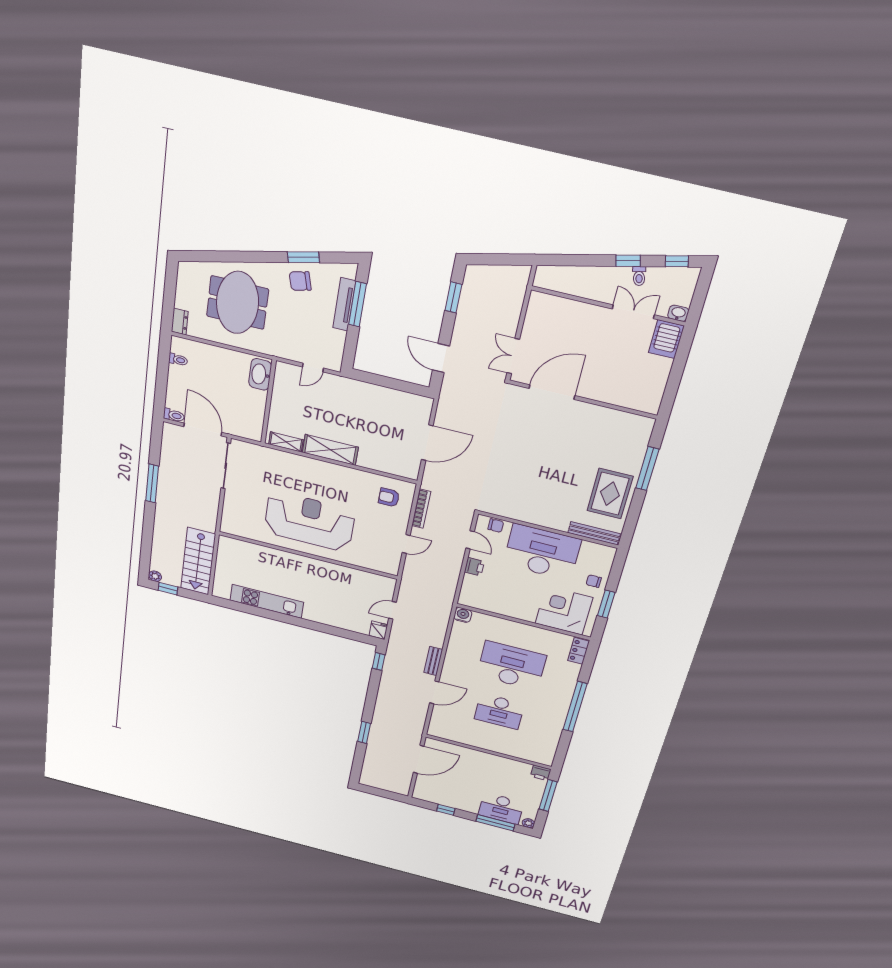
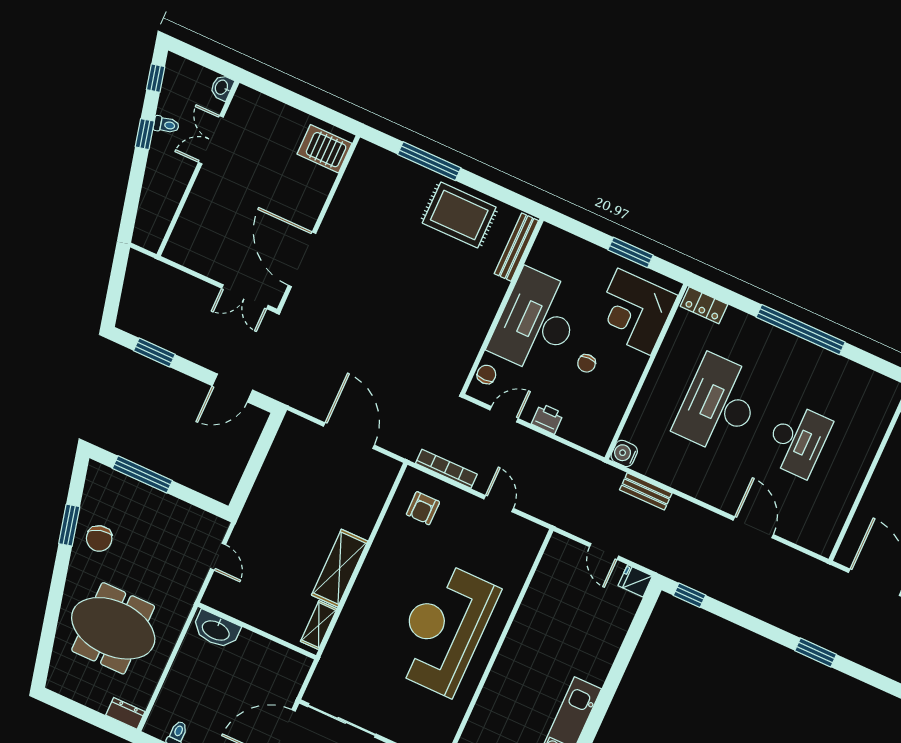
tv unit: (344, 304) -> (140, 491), removed
server rack: (666, 339) -> (324, 149), moved, turned 180
chair: (594, 581) -> (587, 363), moved
bench: (433, 661) -> (646, 491), moved

